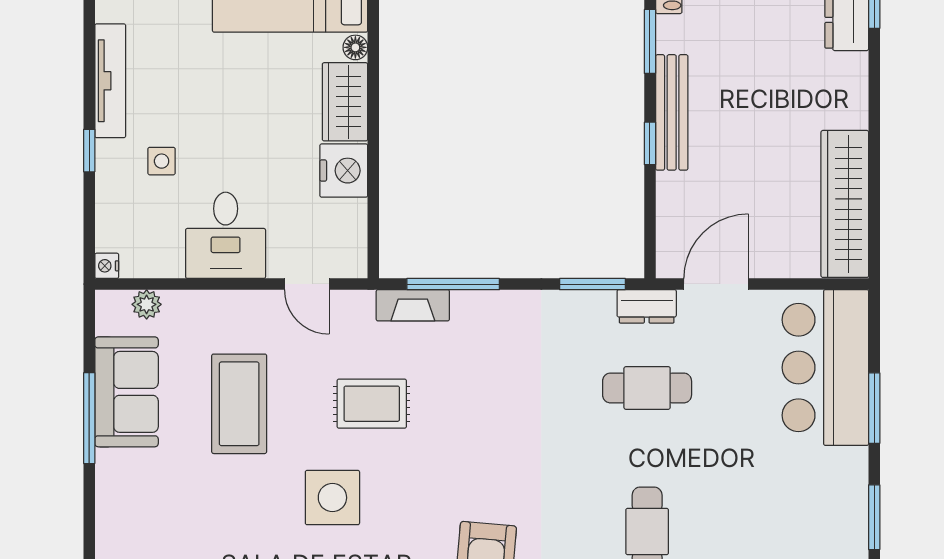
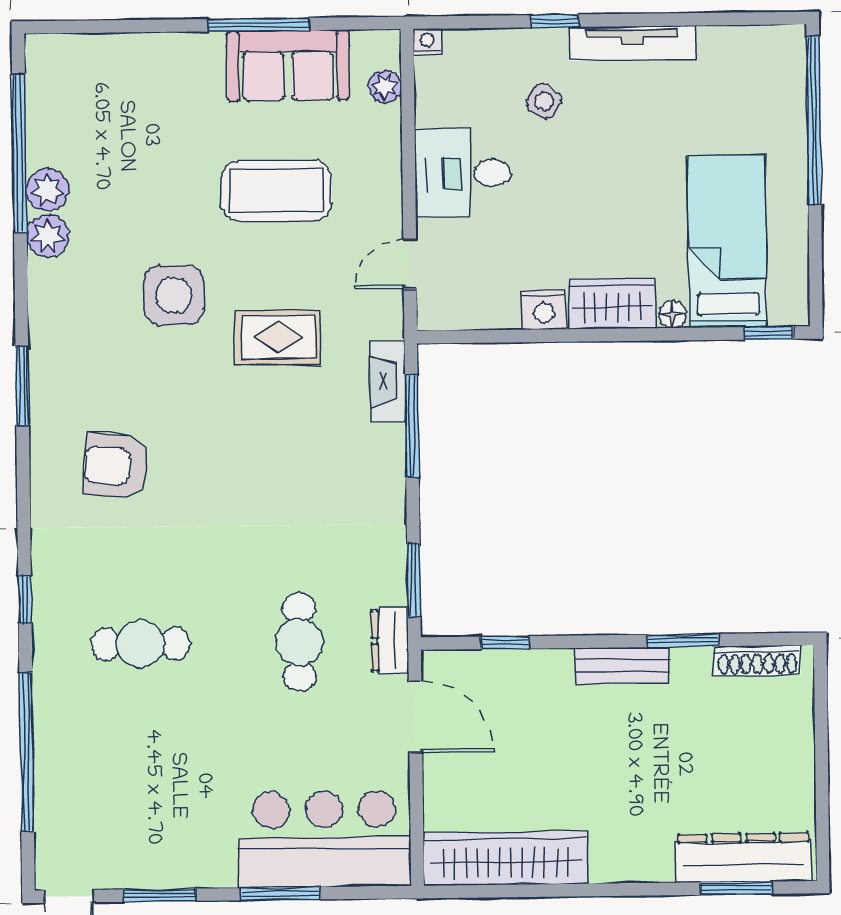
bench: (672, 112) -> (622, 665), width x0.73
window: (650, 143) -> (505, 643), moved
side table: (162, 161) -> (544, 101), turned 34
nightstand: (344, 171) -> (544, 310), width x0.74, depth x0.75
rug: (372, 404) -> (278, 337), turned 90

